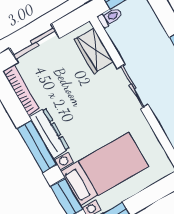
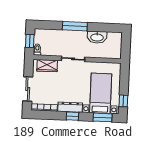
window: (37, 146) -> (72, 116), width x0.46

